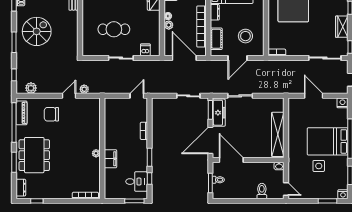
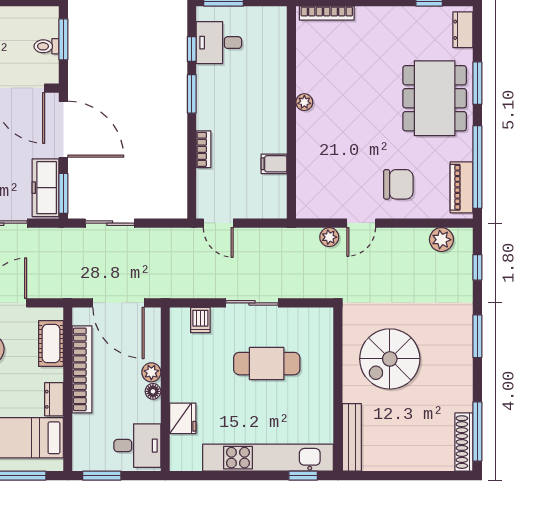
spiral stairs: (37, 31) -> (390, 359), moved
door: (137, 96) -> (218, 223), hinge flipped
door: (210, 140) -> (63, 129), hinge flipped
filing cabinet: (110, 159) -> (274, 164), moved, width x0.50

